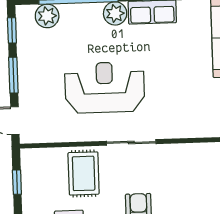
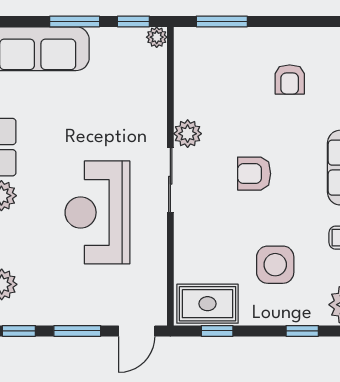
plant: (167, 154) -> (188, 134), added
rug: (84, 173) -> (207, 304), moved

